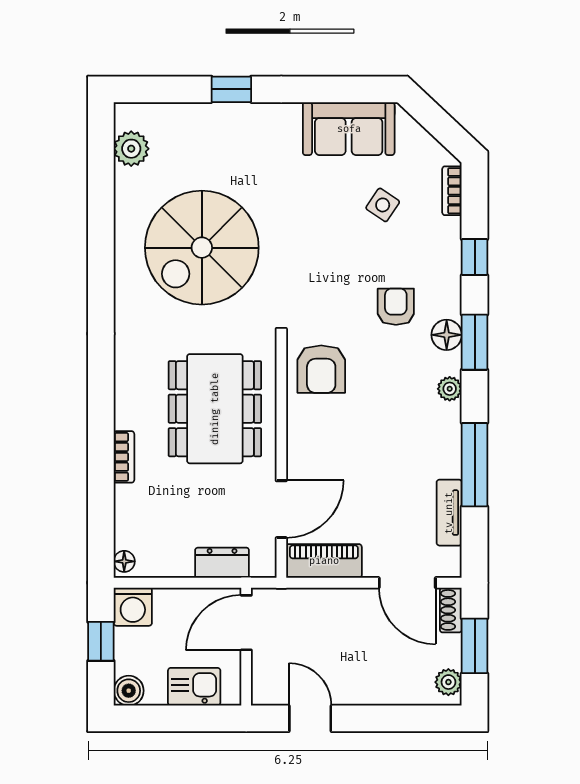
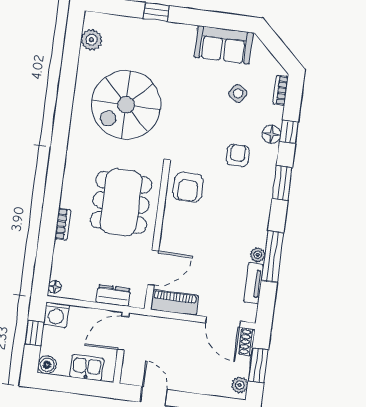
floor lamp: (447, 335) -> (272, 134), moved
plant: (450, 389) -> (258, 255), moved

